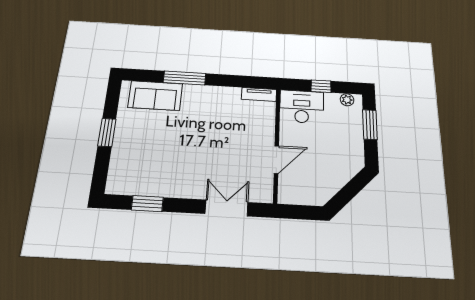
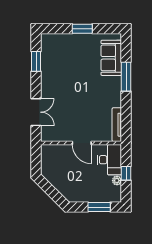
tv unit: (259, 94) -> (117, 125), width x1.41
plant: (347, 100) -> (117, 181), moved
door: (276, 160) -> (82, 143), moved

